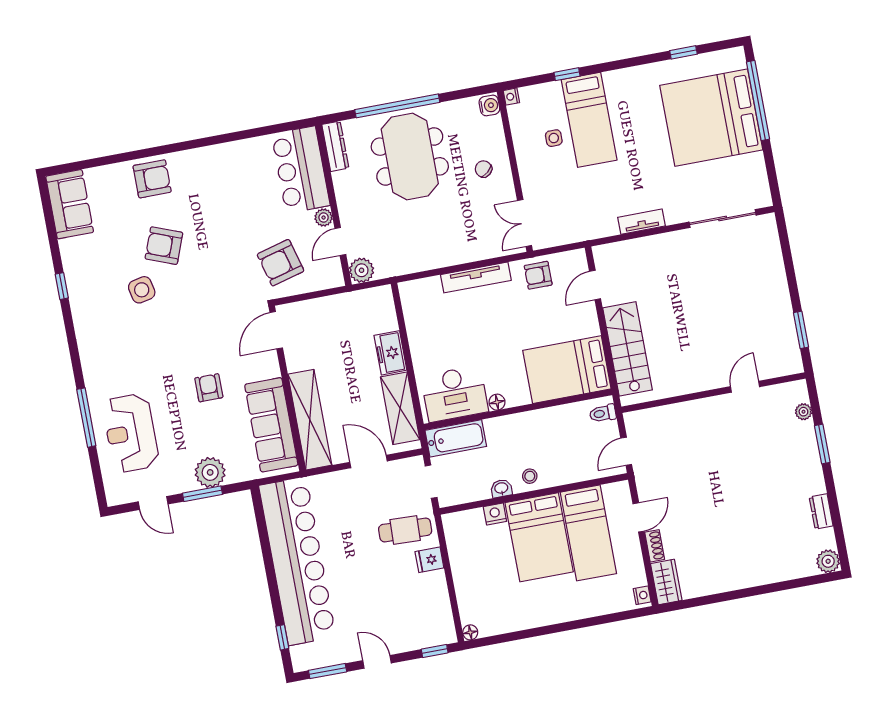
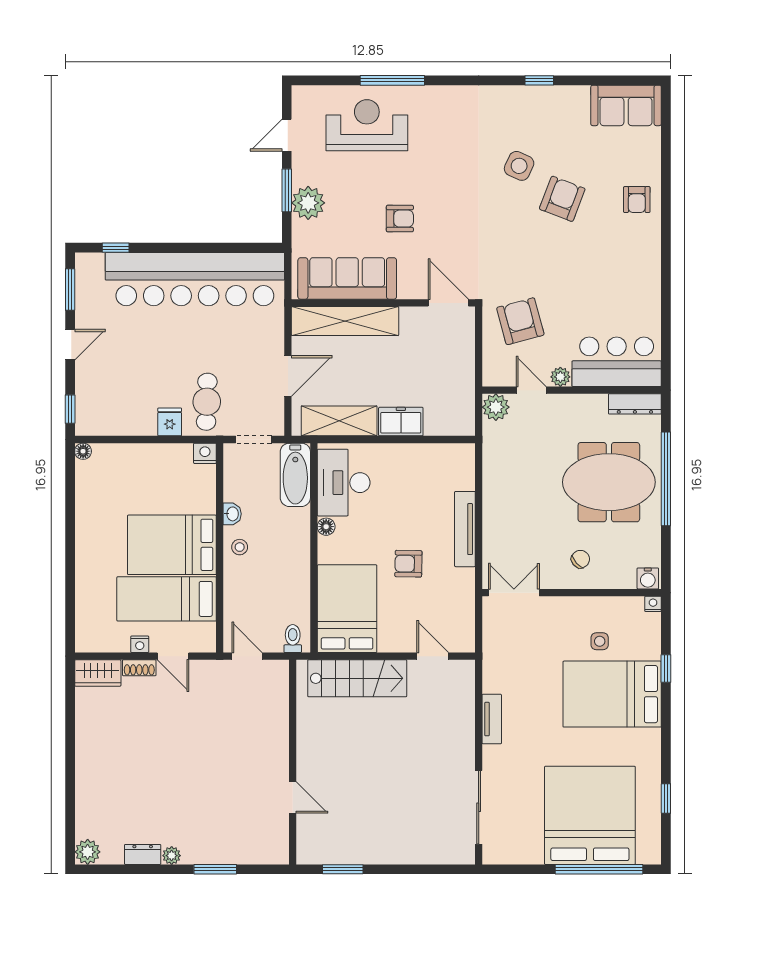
bed: (589, 120) -> (612, 694), width x1.50
armchair: (152, 179) -> (637, 200), width x0.72, depth x0.72
armchair: (538, 275) -> (408, 564), moved, turned -89
side table: (142, 290) -> (519, 166), turned 37
plant: (803, 412) -> (172, 856), moved
nightstand: (495, 514) -> (205, 453), moved, turned -90
nightstand: (642, 595) -> (140, 644), moved

